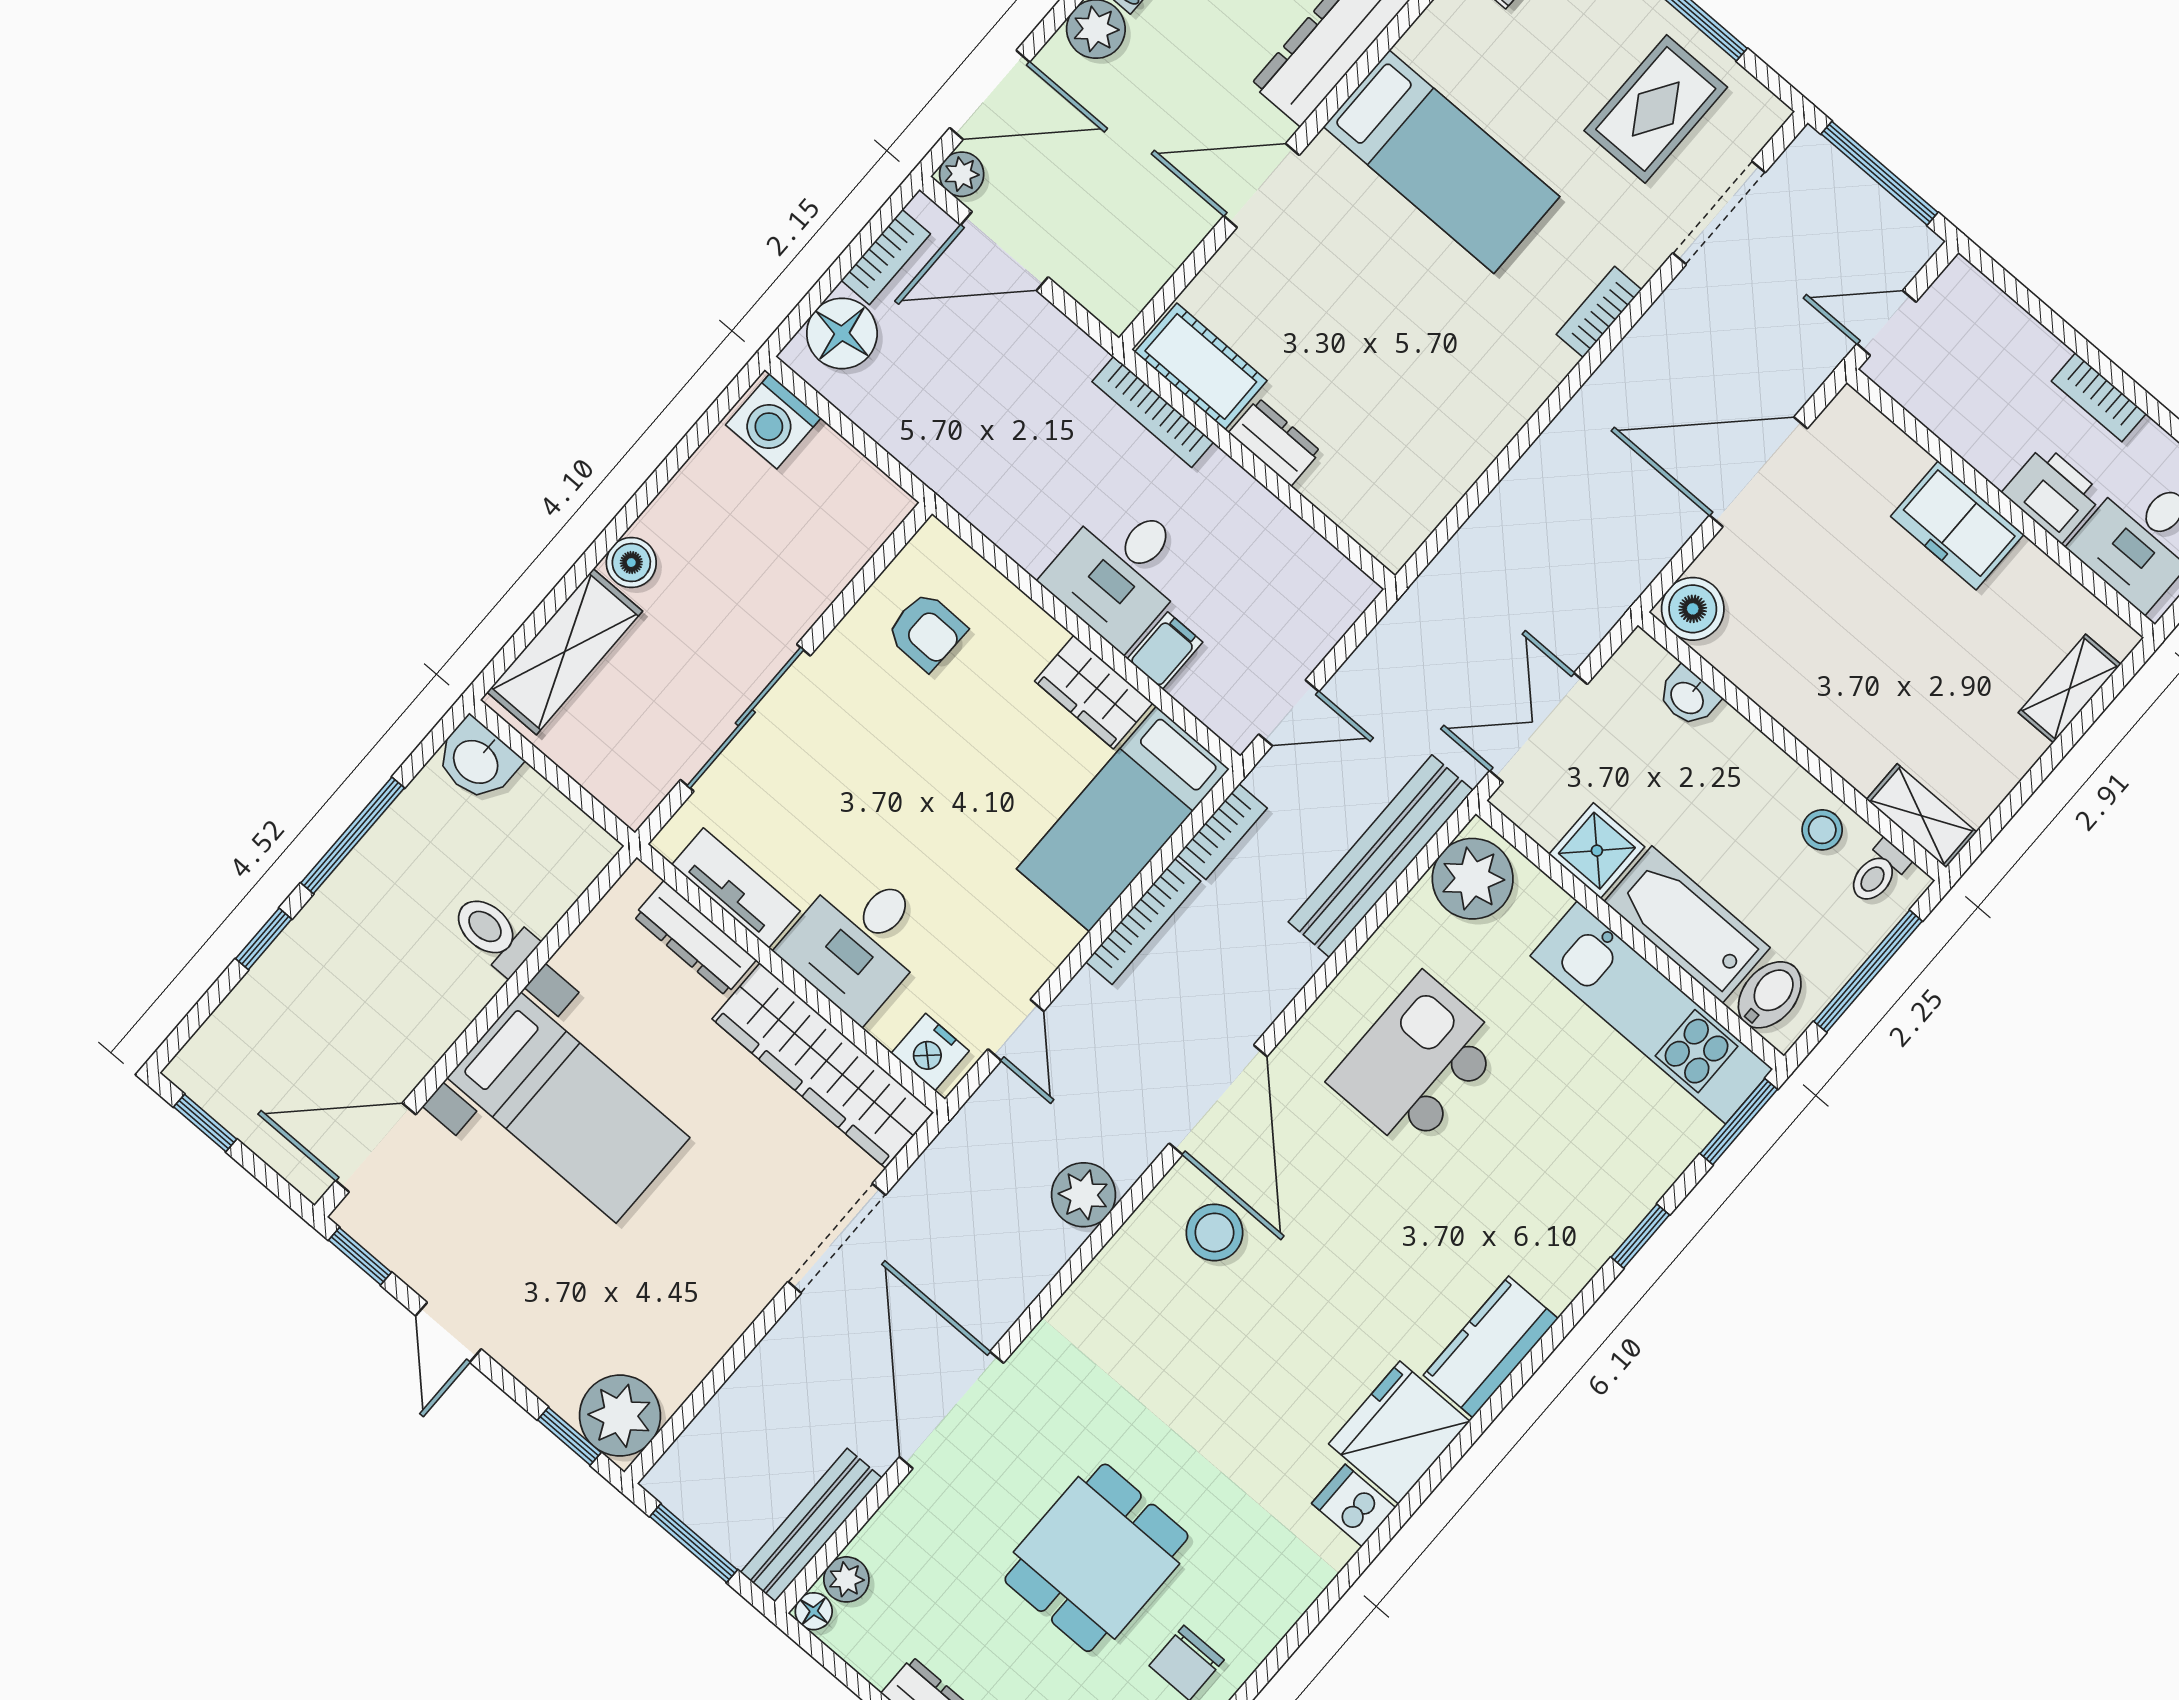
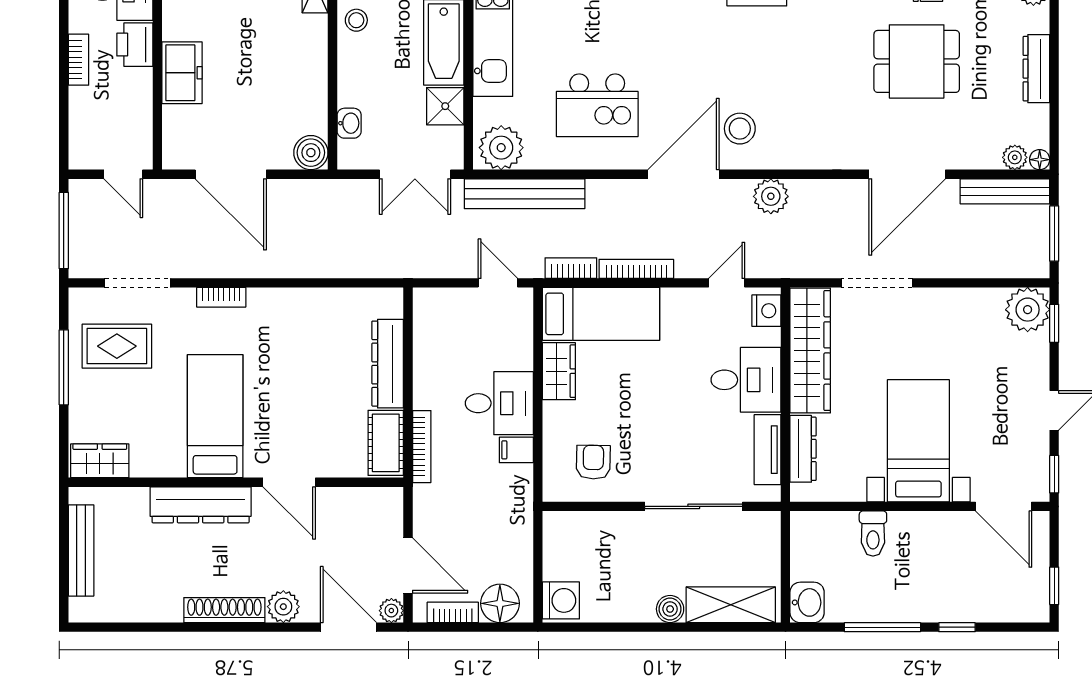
dresser: (1275, 442) -> (388, 364), width x1.96, depth x1.24
filing cabinet: (1165, 651) -> (516, 450), moved

